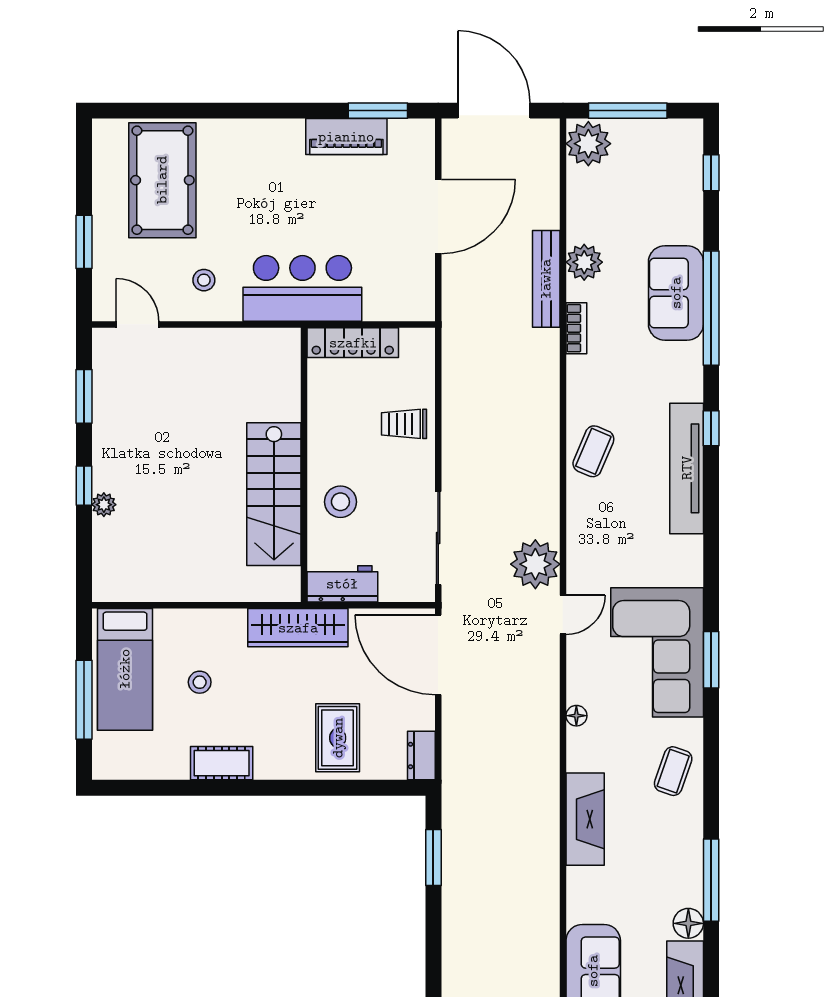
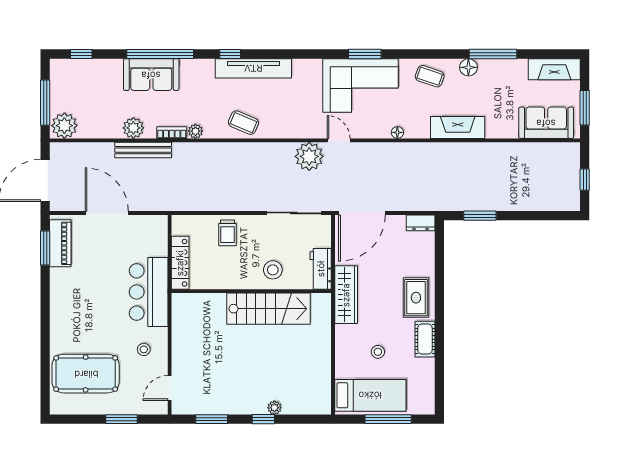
piano: (346, 137) -> (60, 243), moved
plant: (579, 369) -> (195, 131), added
rug: (338, 738) -> (416, 298), moved, turned 90
floor lamp: (688, 923) -> (468, 67), moved

